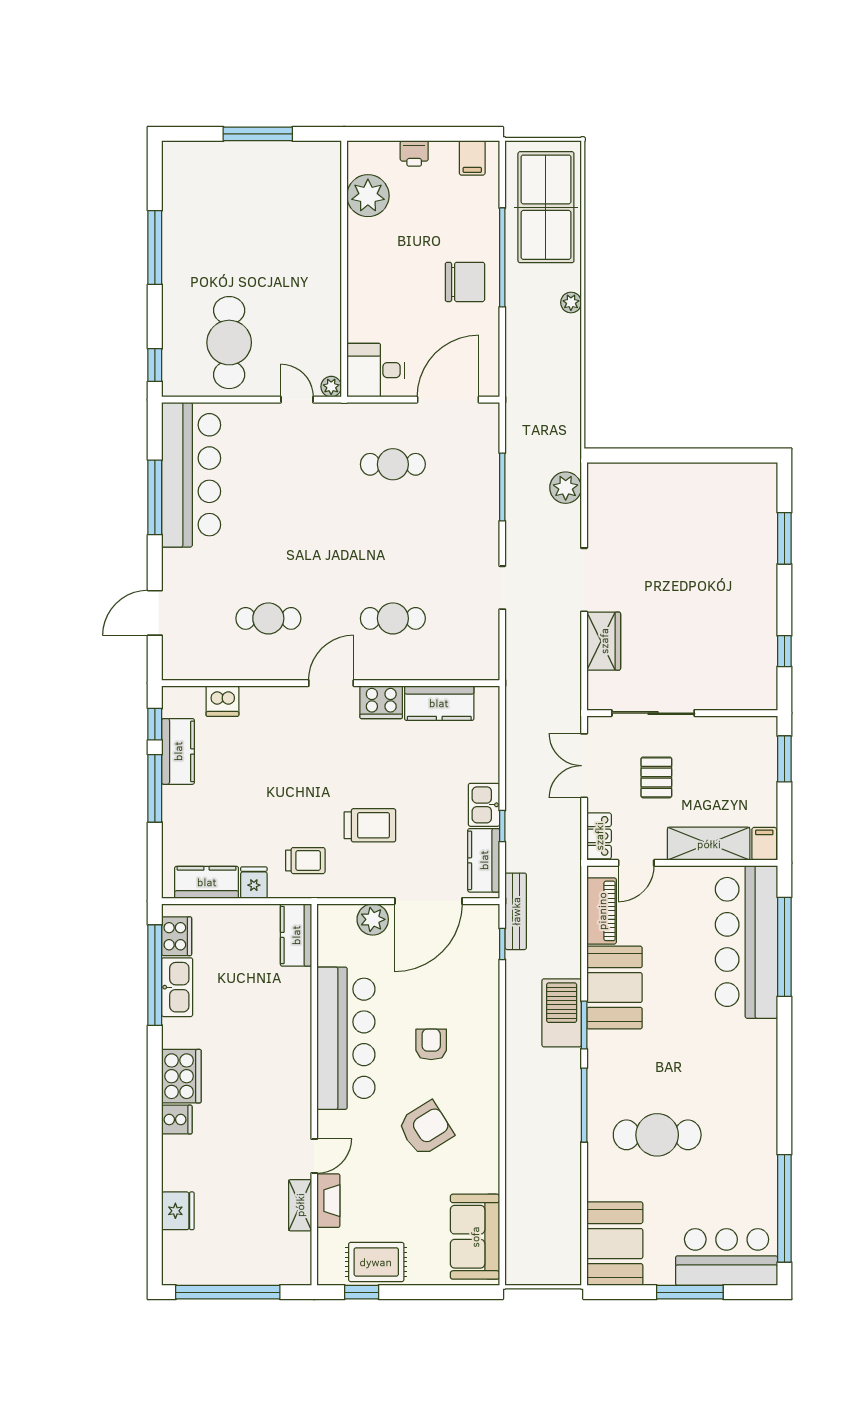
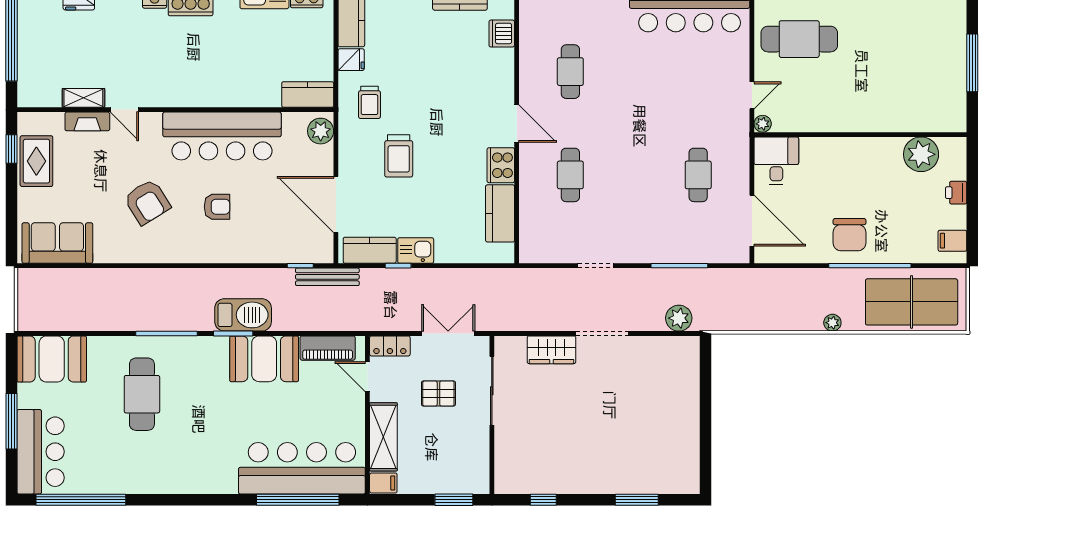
plant: (373, 919) -> (321, 131), moved

